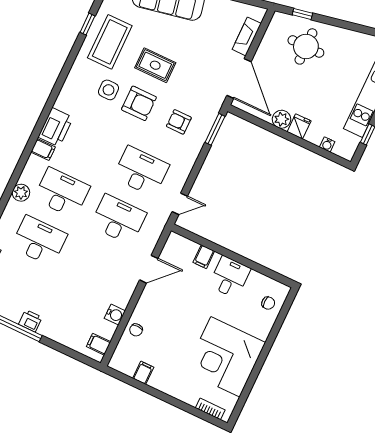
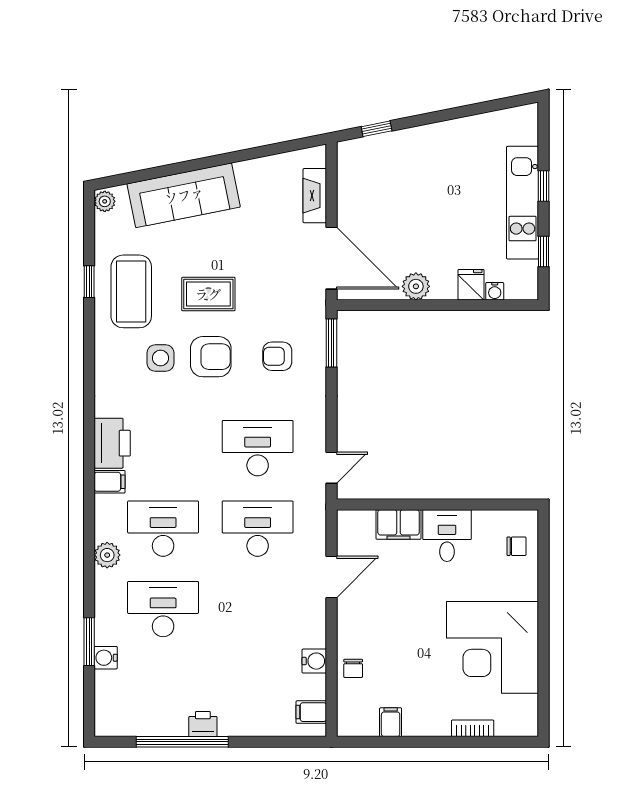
round table: (306, 46) -> (402, 171), removed
fridge: (299, 126) -> (471, 285), moved
filing cabinet: (204, 257) -> (399, 524), width x2.00
bookcase: (210, 409) -> (473, 728), moved

